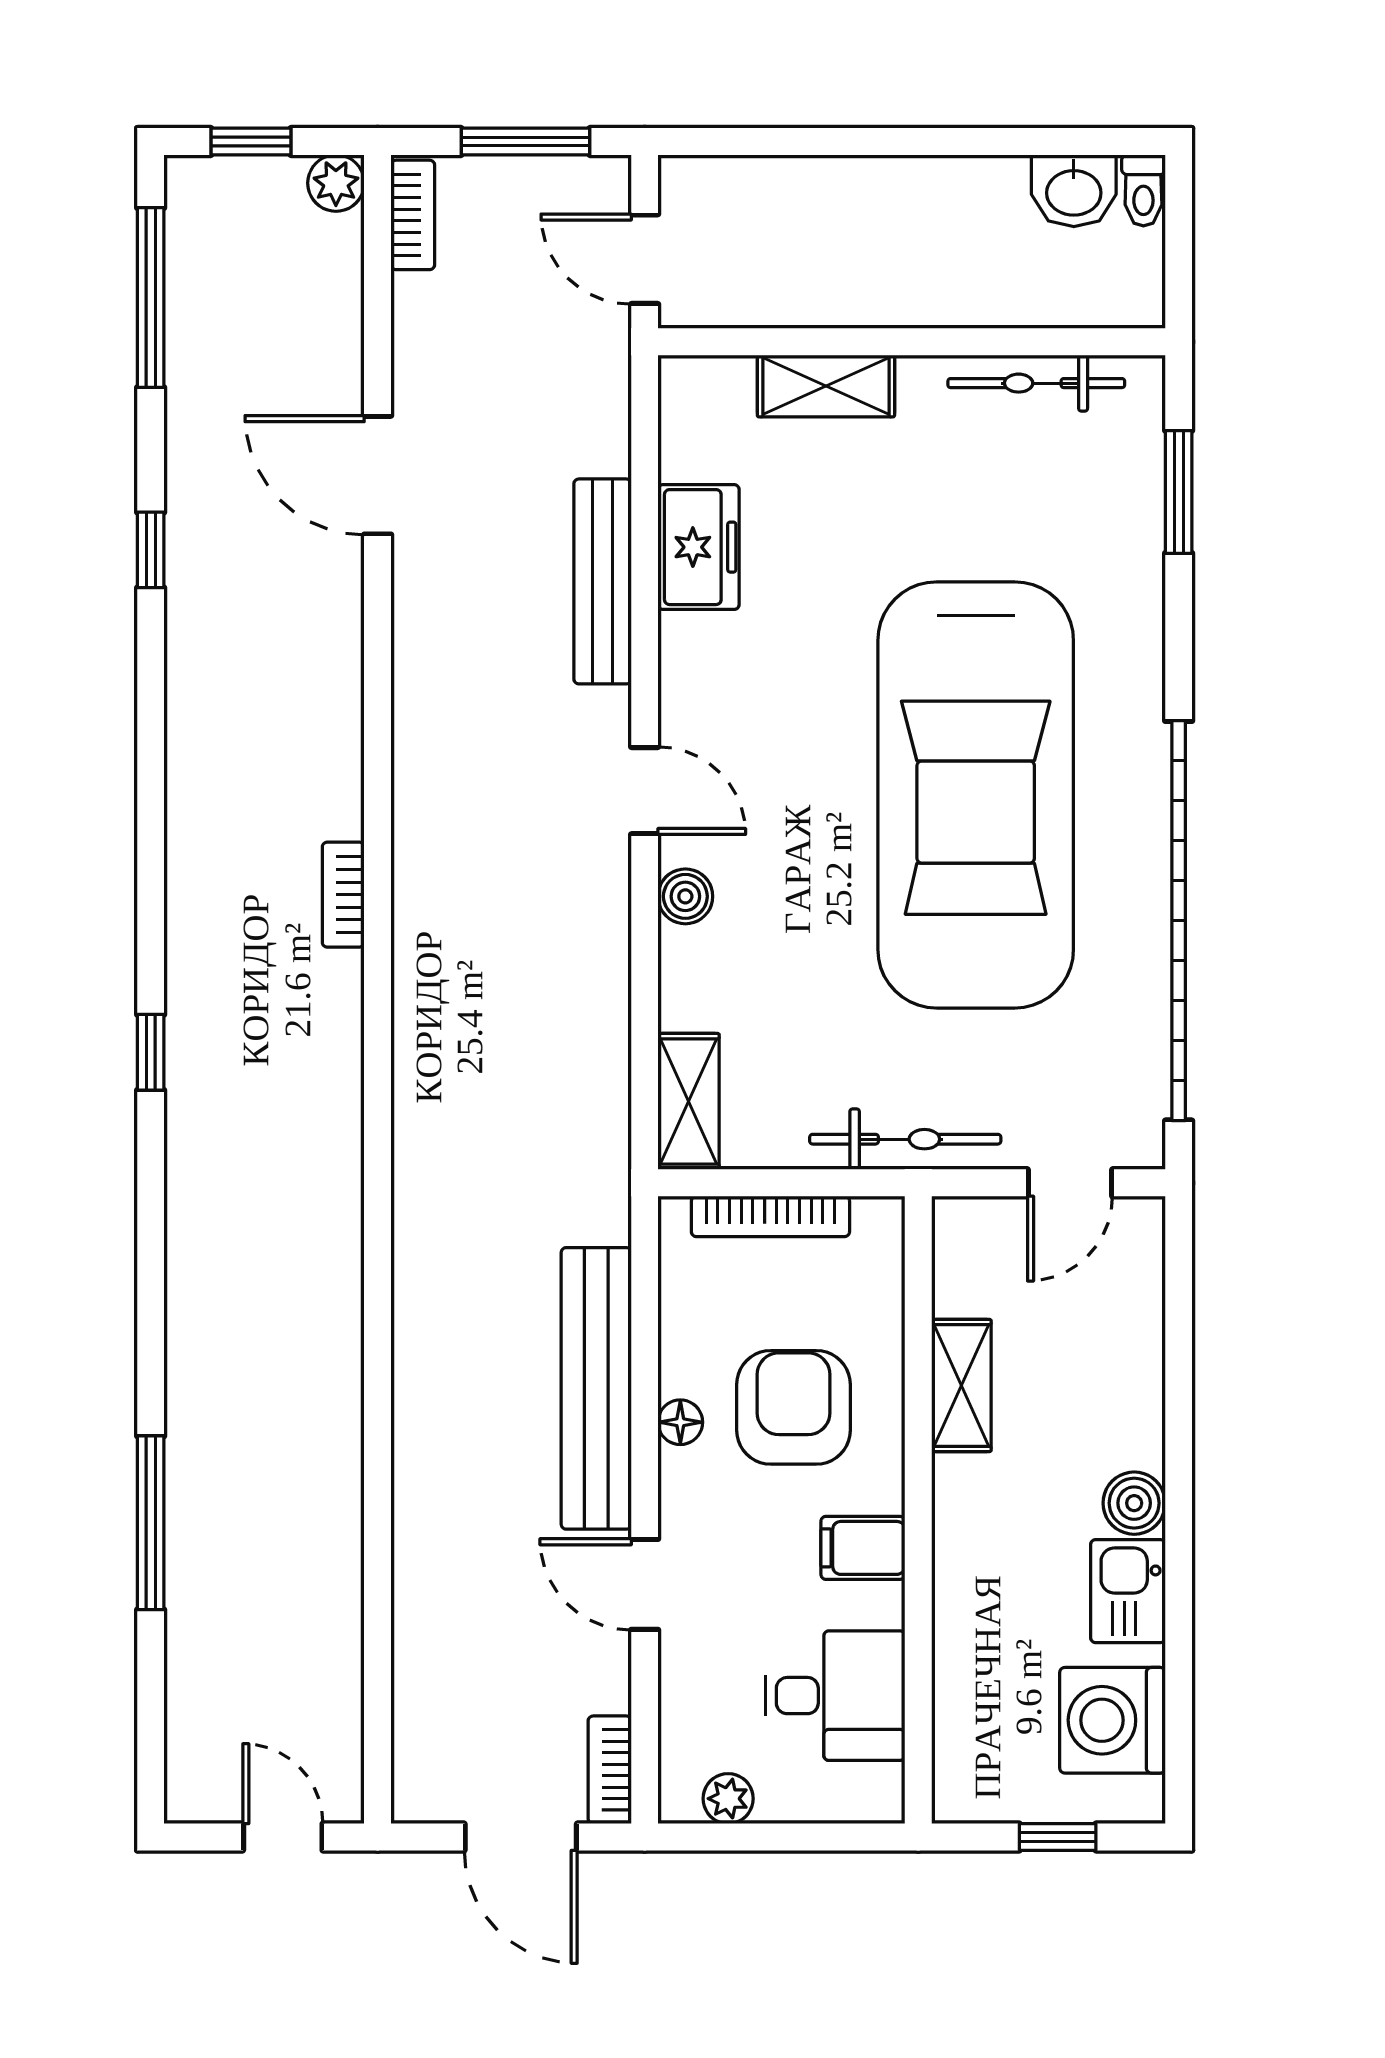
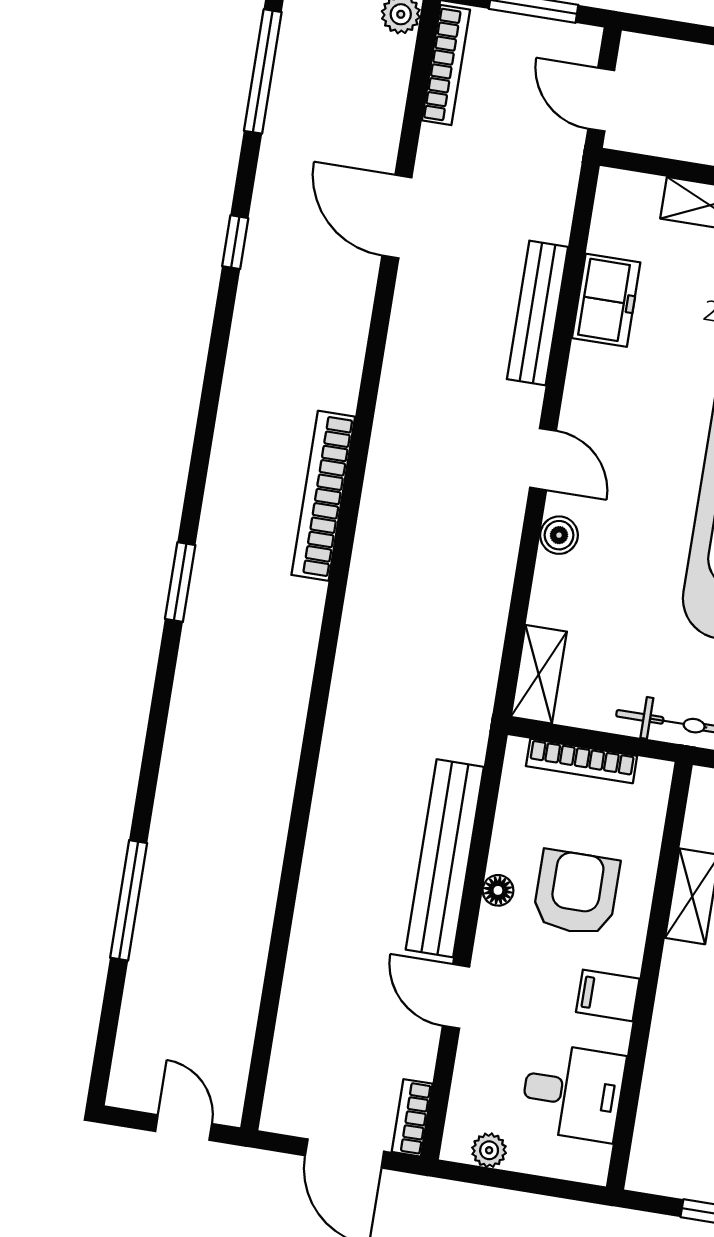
bookcase: (413, 215) -> (446, 65), width x1.56
bookcase: (343, 895) -> (323, 496), width x2.31, depth x1.31
window: (151, 1052) -> (180, 582), width x1.50

